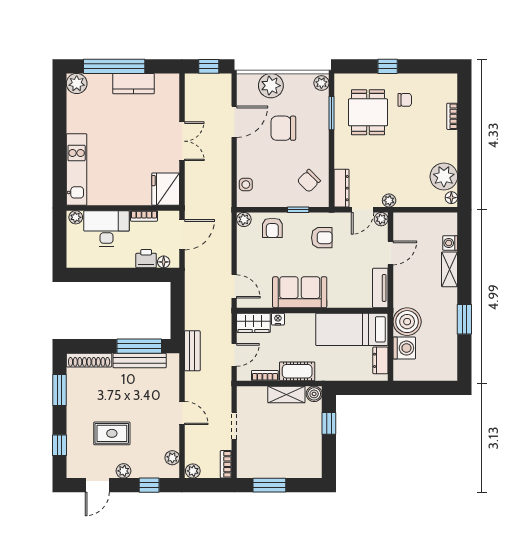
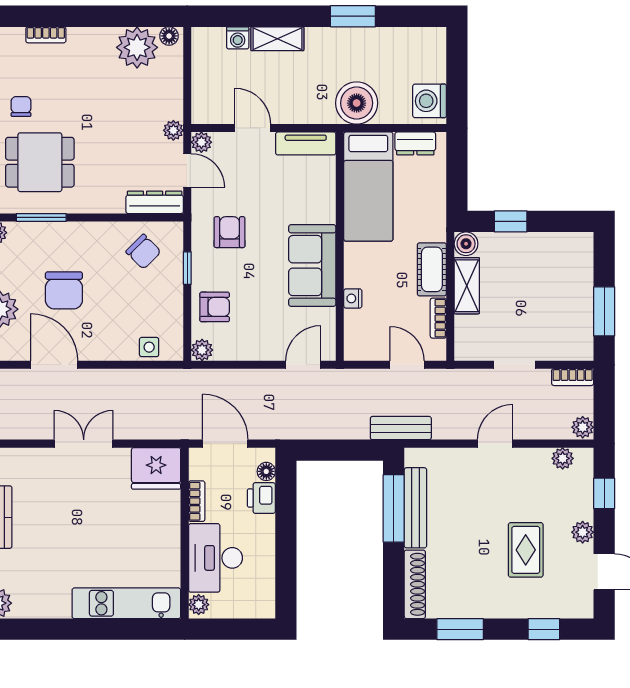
wardrobe: (253, 323) -> (358, 335), removed
washing machine: (404, 348) -> (430, 101), moved, turned -90

